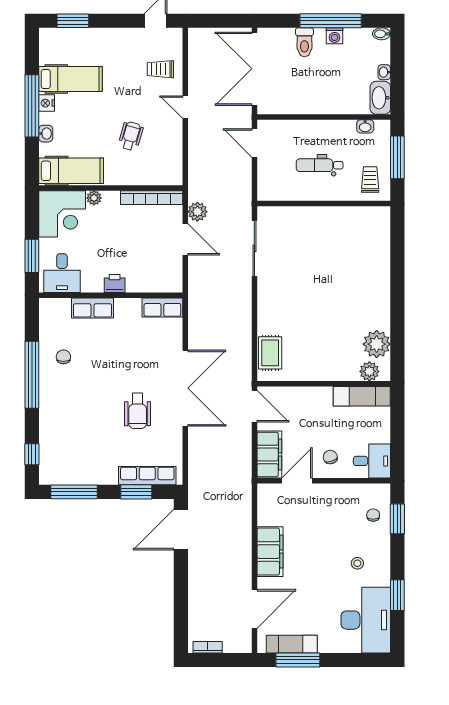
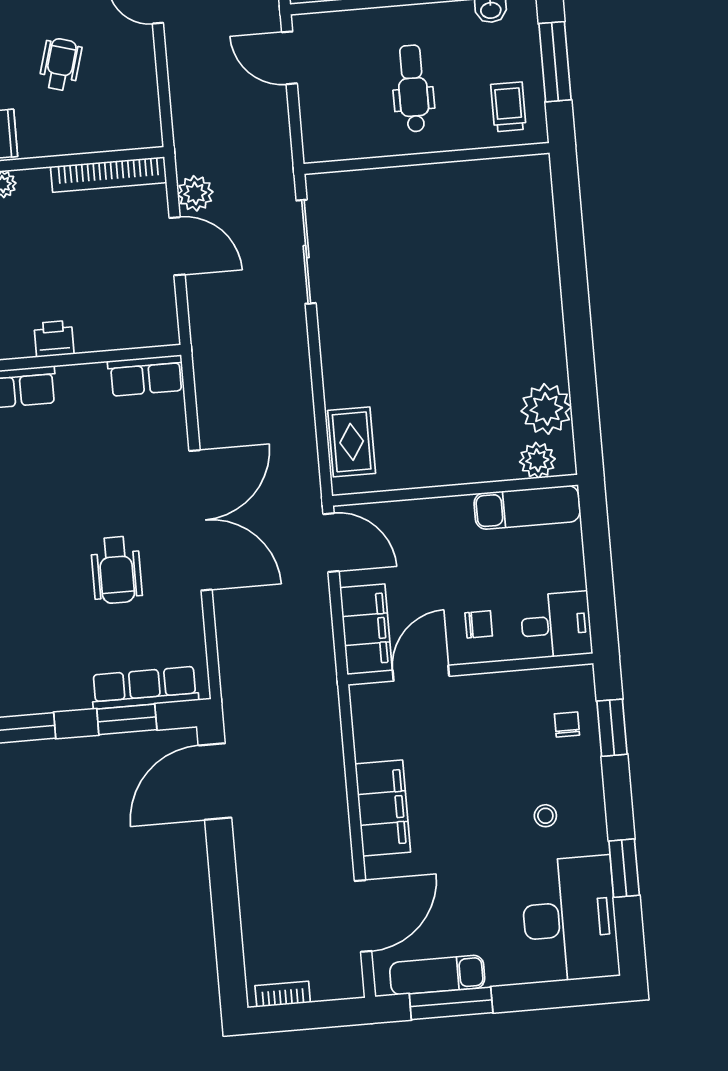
dental chair: (320, 165) -> (413, 88), turned 90
chair: (330, 457) -> (479, 624), turned 107

